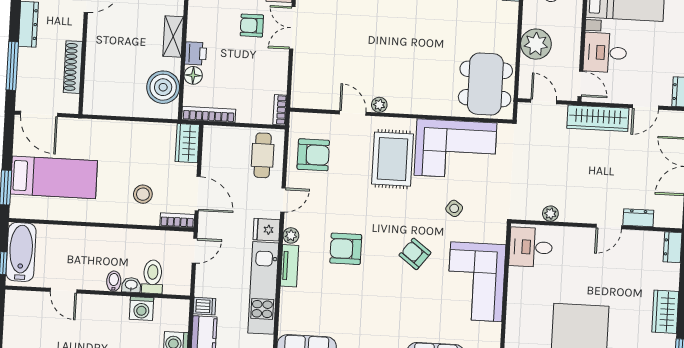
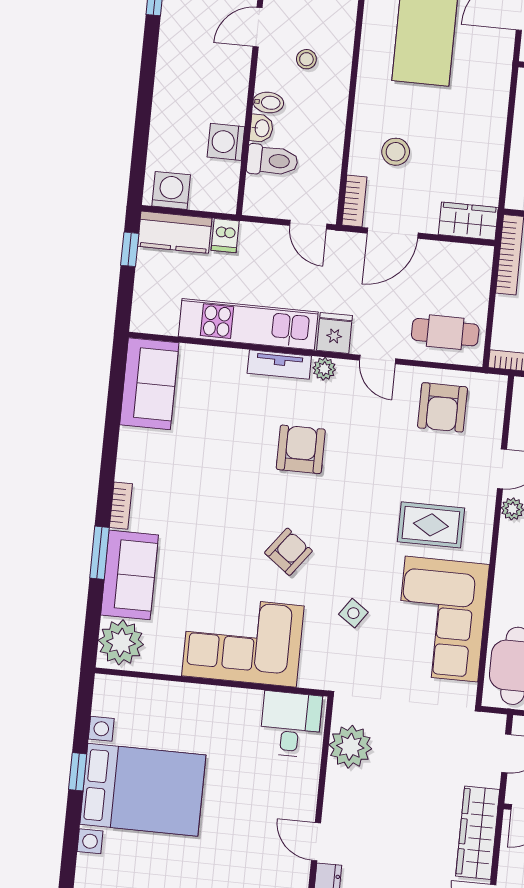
rug: (393, 159) -> (431, 525), width x0.73, depth x0.70
plant: (550, 214) -> (350, 747), width x1.87, depth x1.87
stool: (83, 257) -> (306, 59), added

